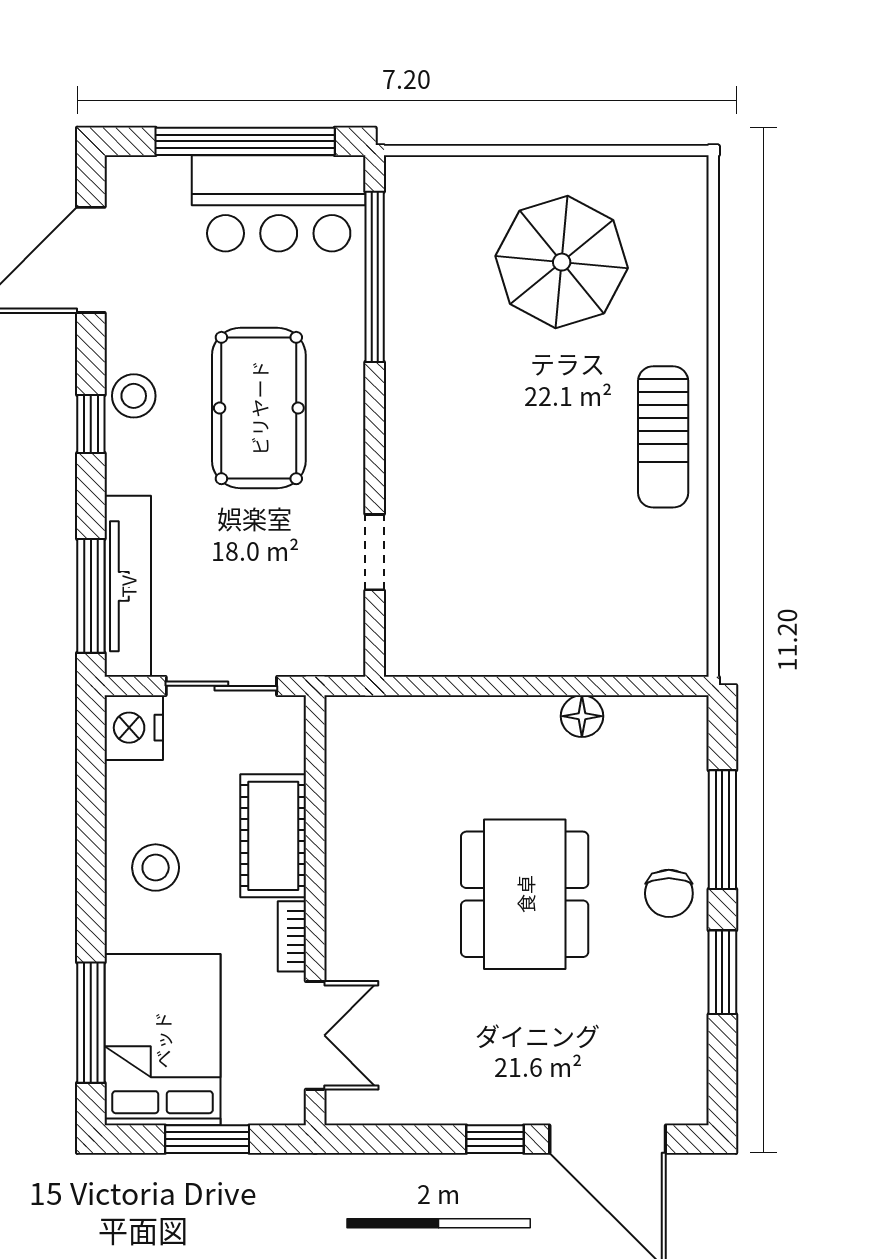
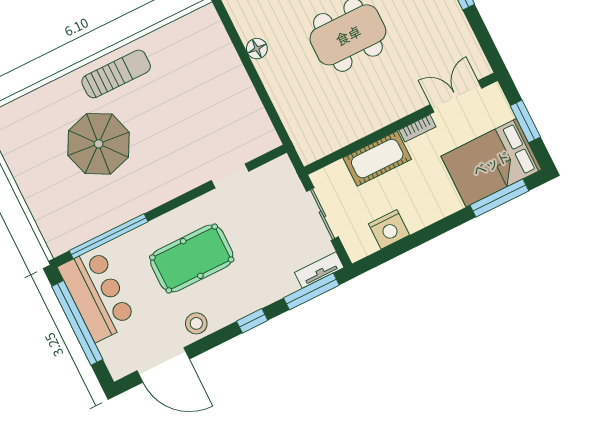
parasol: (562, 262) -> (99, 144), moved
stool: (134, 396) -> (196, 323), moved
window: (91, 424) -> (252, 321), moved
tv unit: (128, 586) -> (319, 270), width x0.52, depth x0.78
nightstand: (134, 728) -> (389, 229), moved
stool: (156, 868) -> (417, 203), removed

